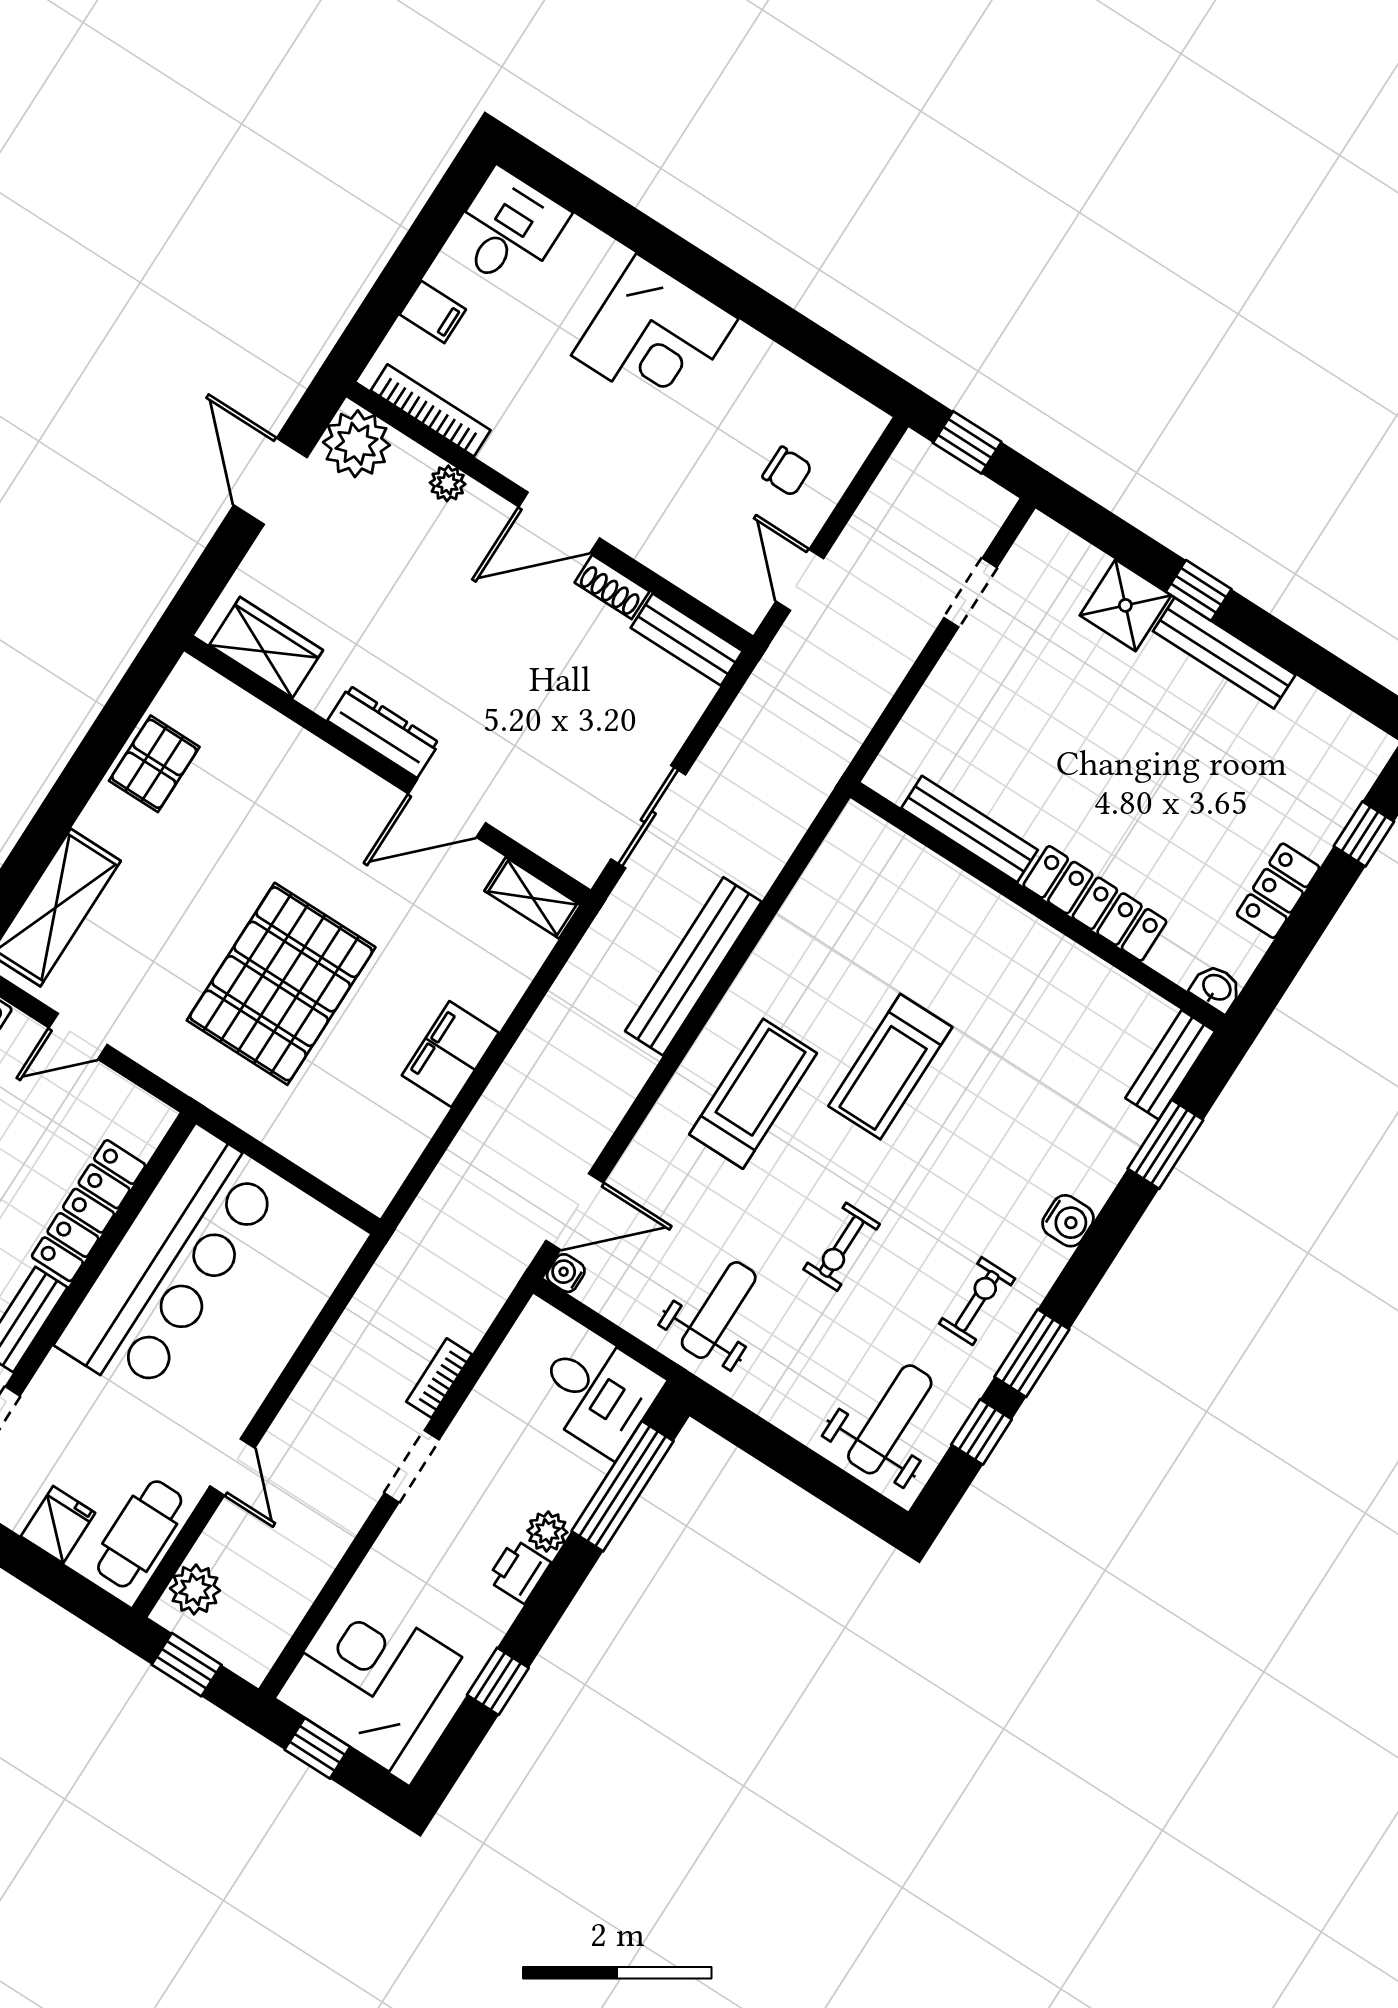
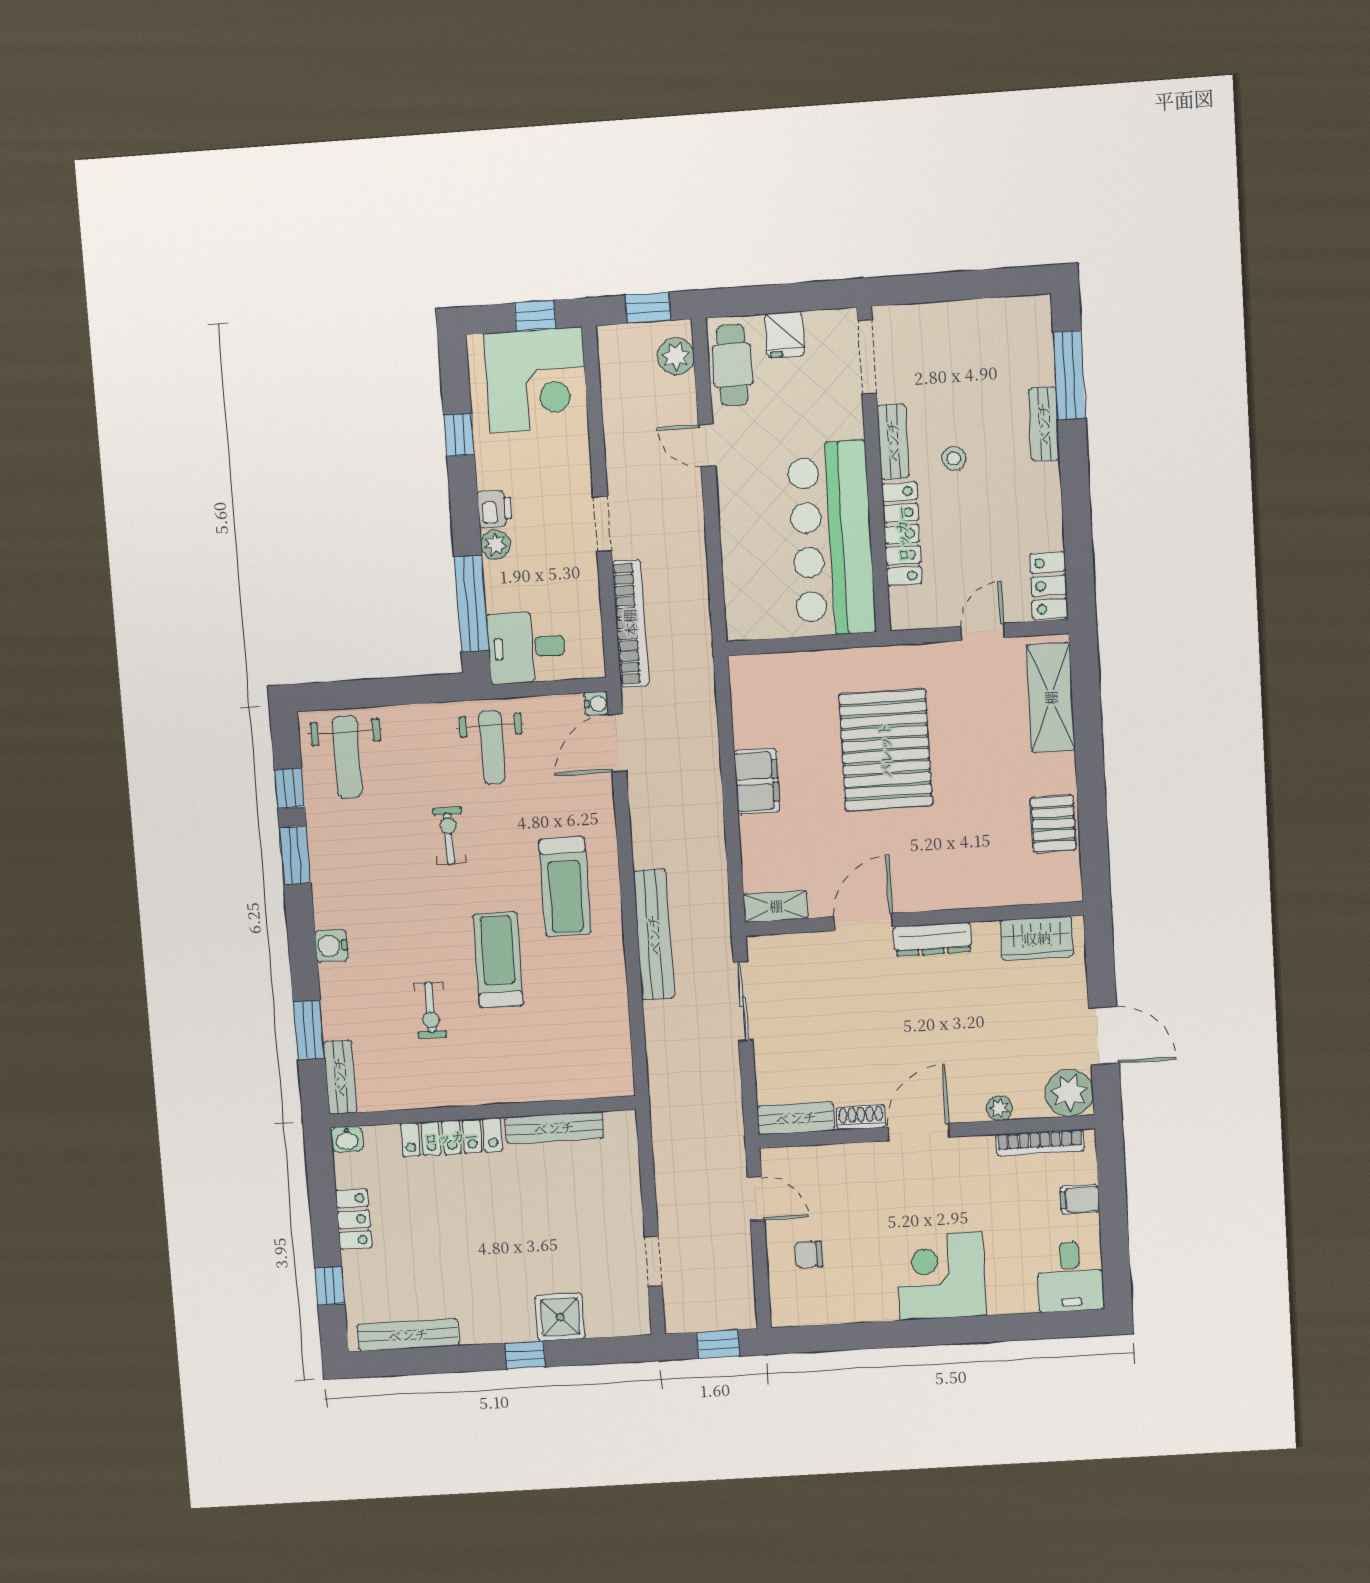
bench: (1224, 653) -> (408, 1335), moved
exercise bike: (977, 1301) -> (430, 1010), moved
bookcase: (439, 1378) -> (630, 623), width x2.31, depth x1.31

